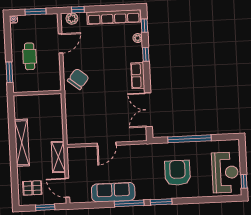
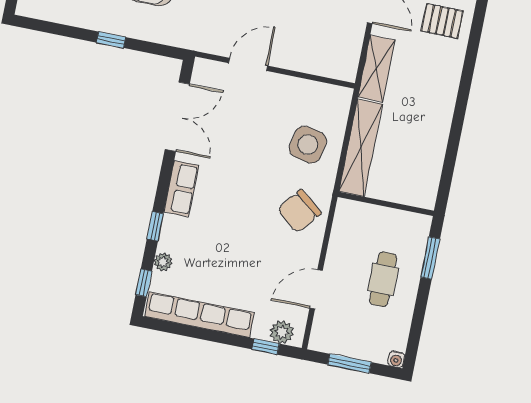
side table: (82, 112) -> (308, 145), added
window: (190, 139) -> (111, 40), width x0.32
shelving: (22, 143) -> (361, 148), moved
door: (107, 144) -> (248, 64), moved

